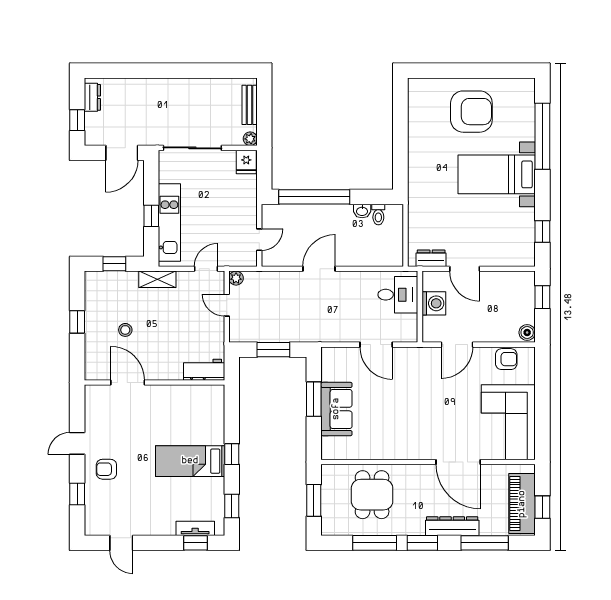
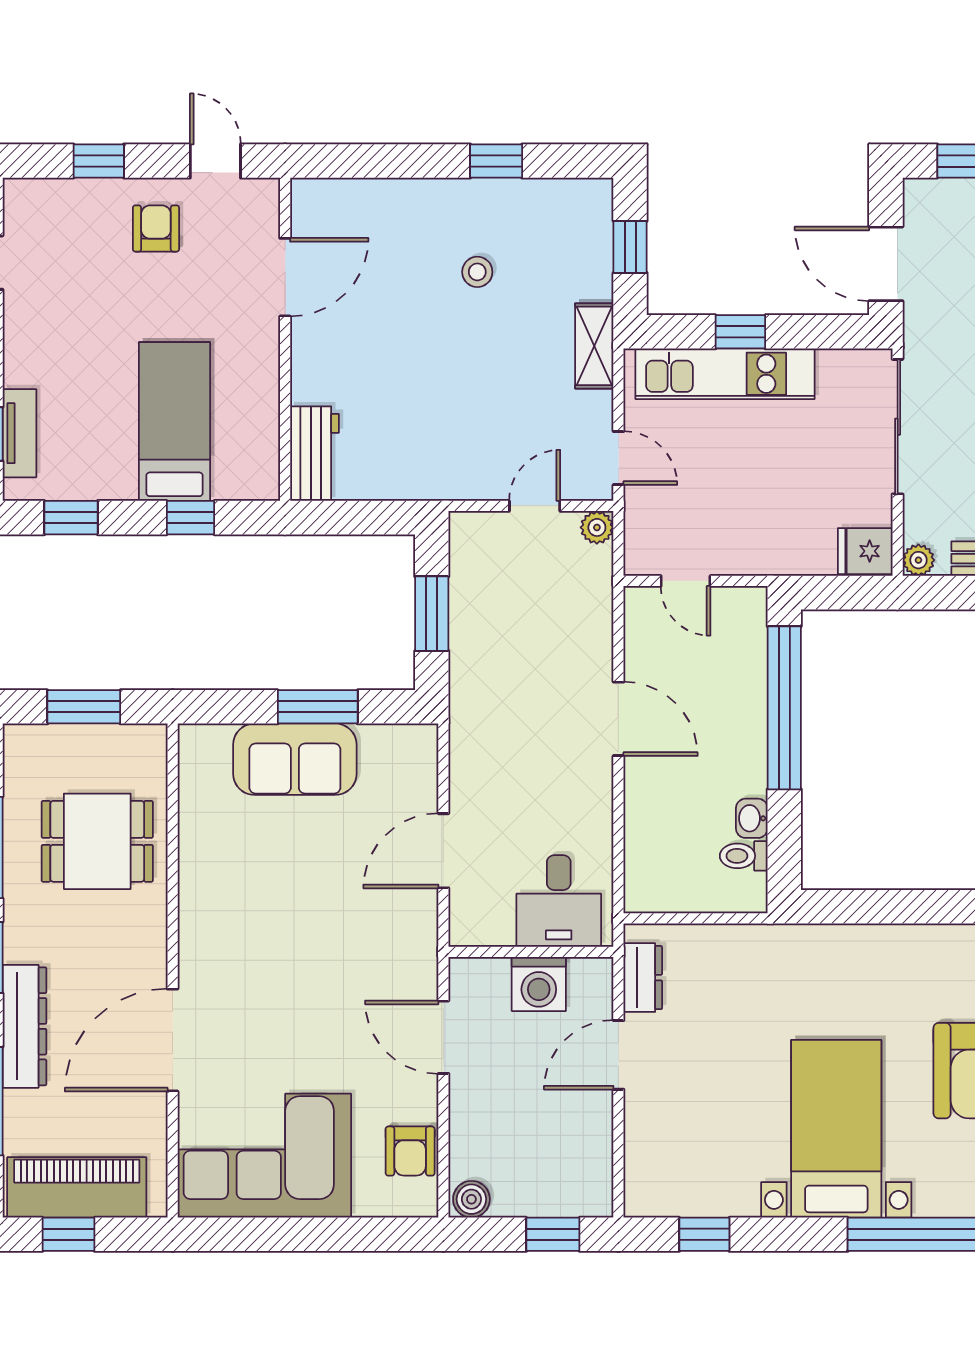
workbench: (204, 370) -> (315, 454), moved
door: (128, 383) -> (285, 277), moved
wall: (154, 383) -> (285, 339), moved

